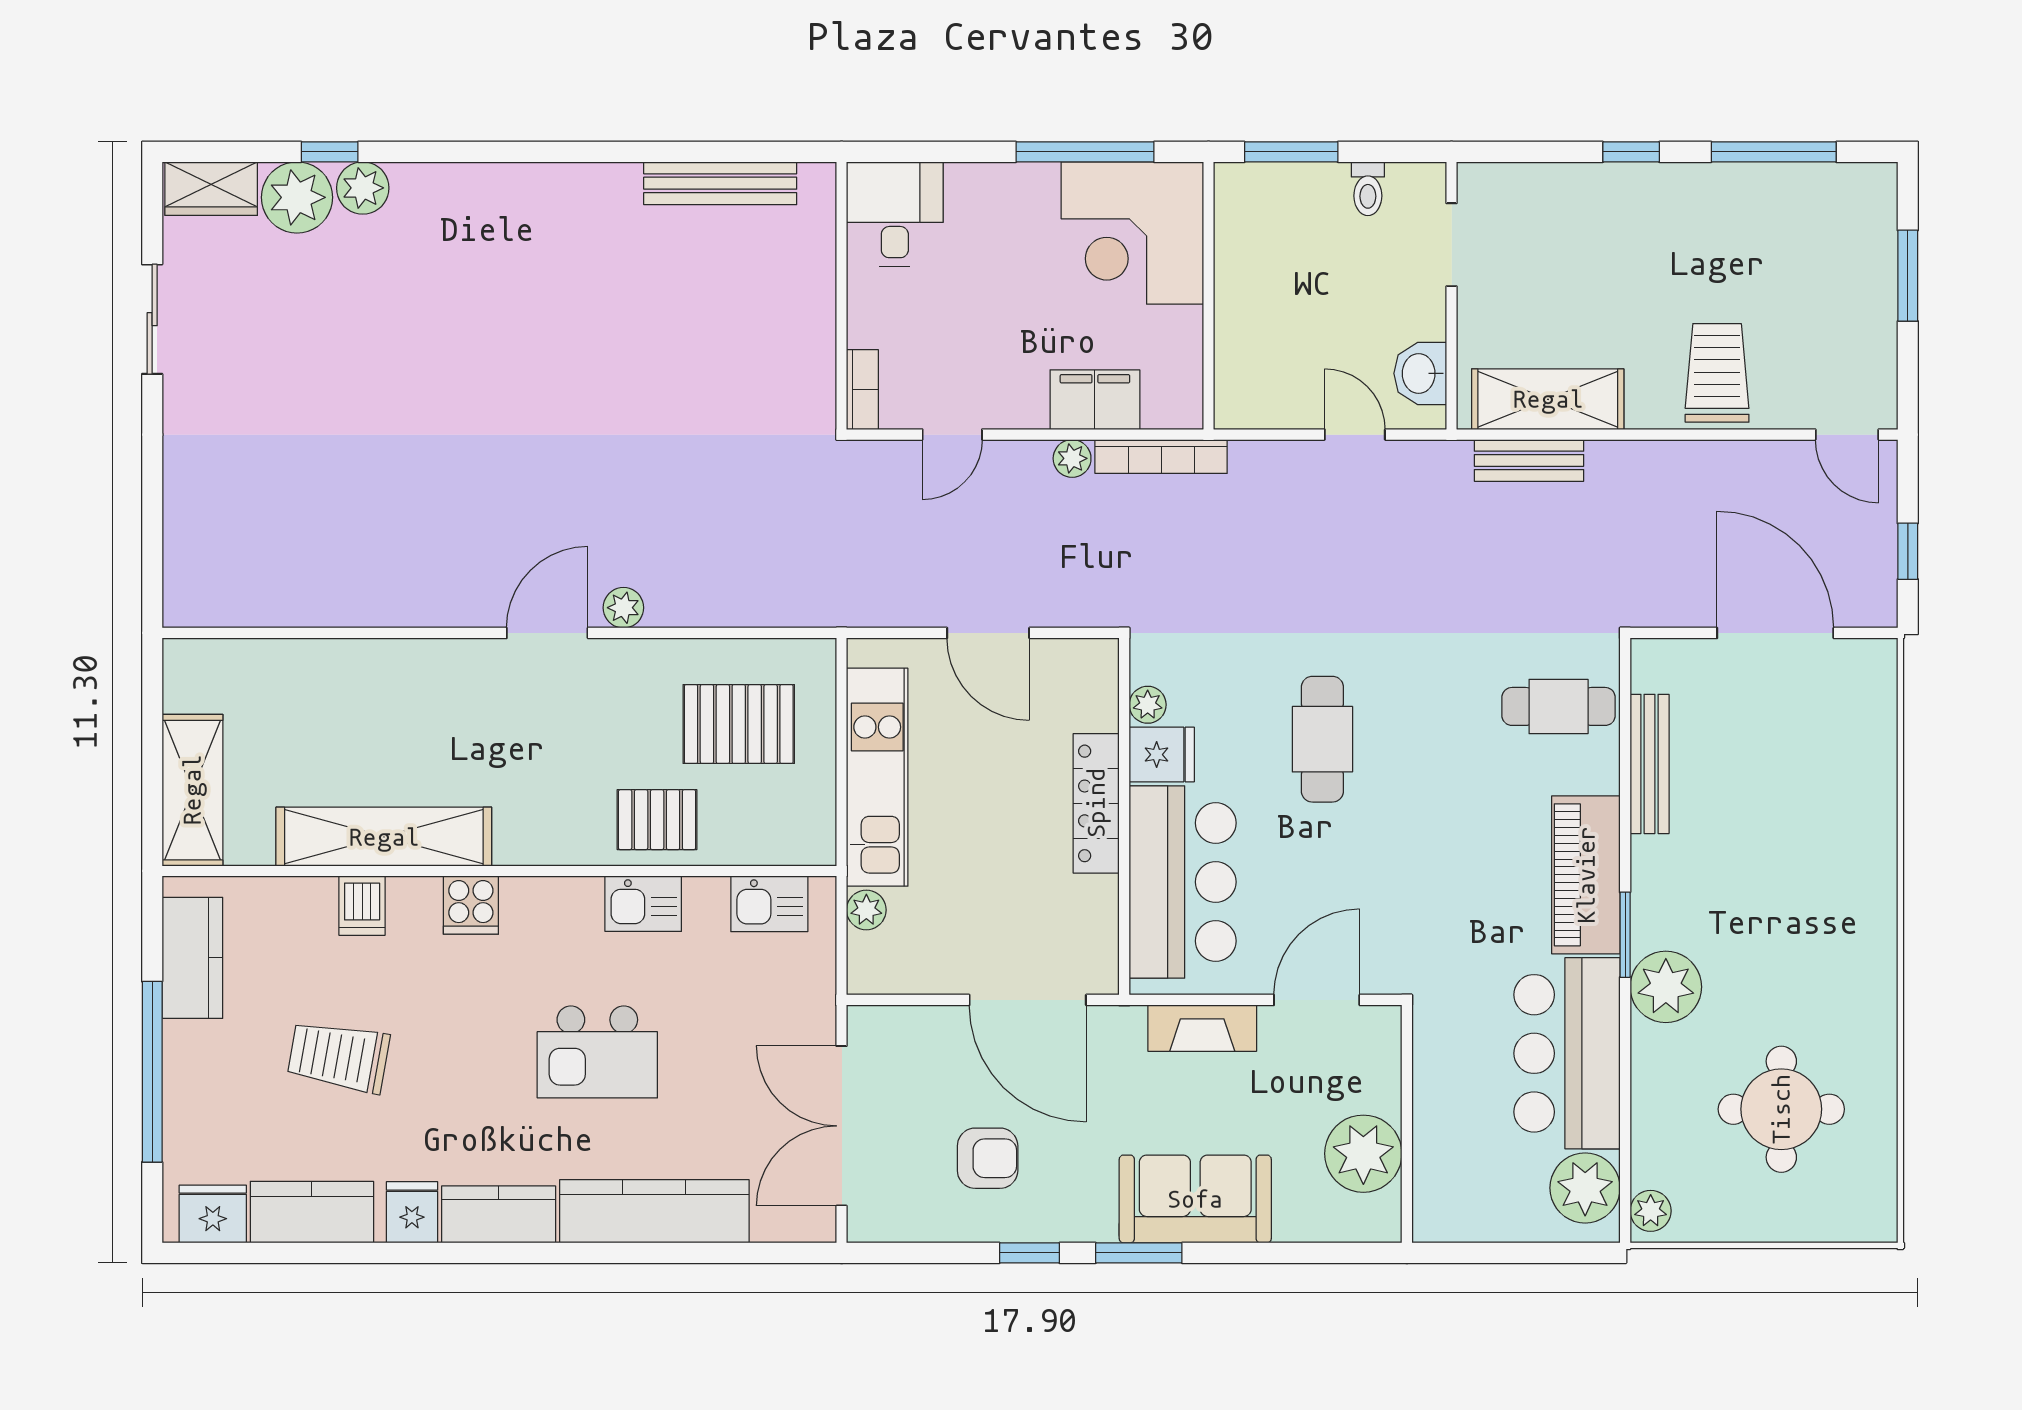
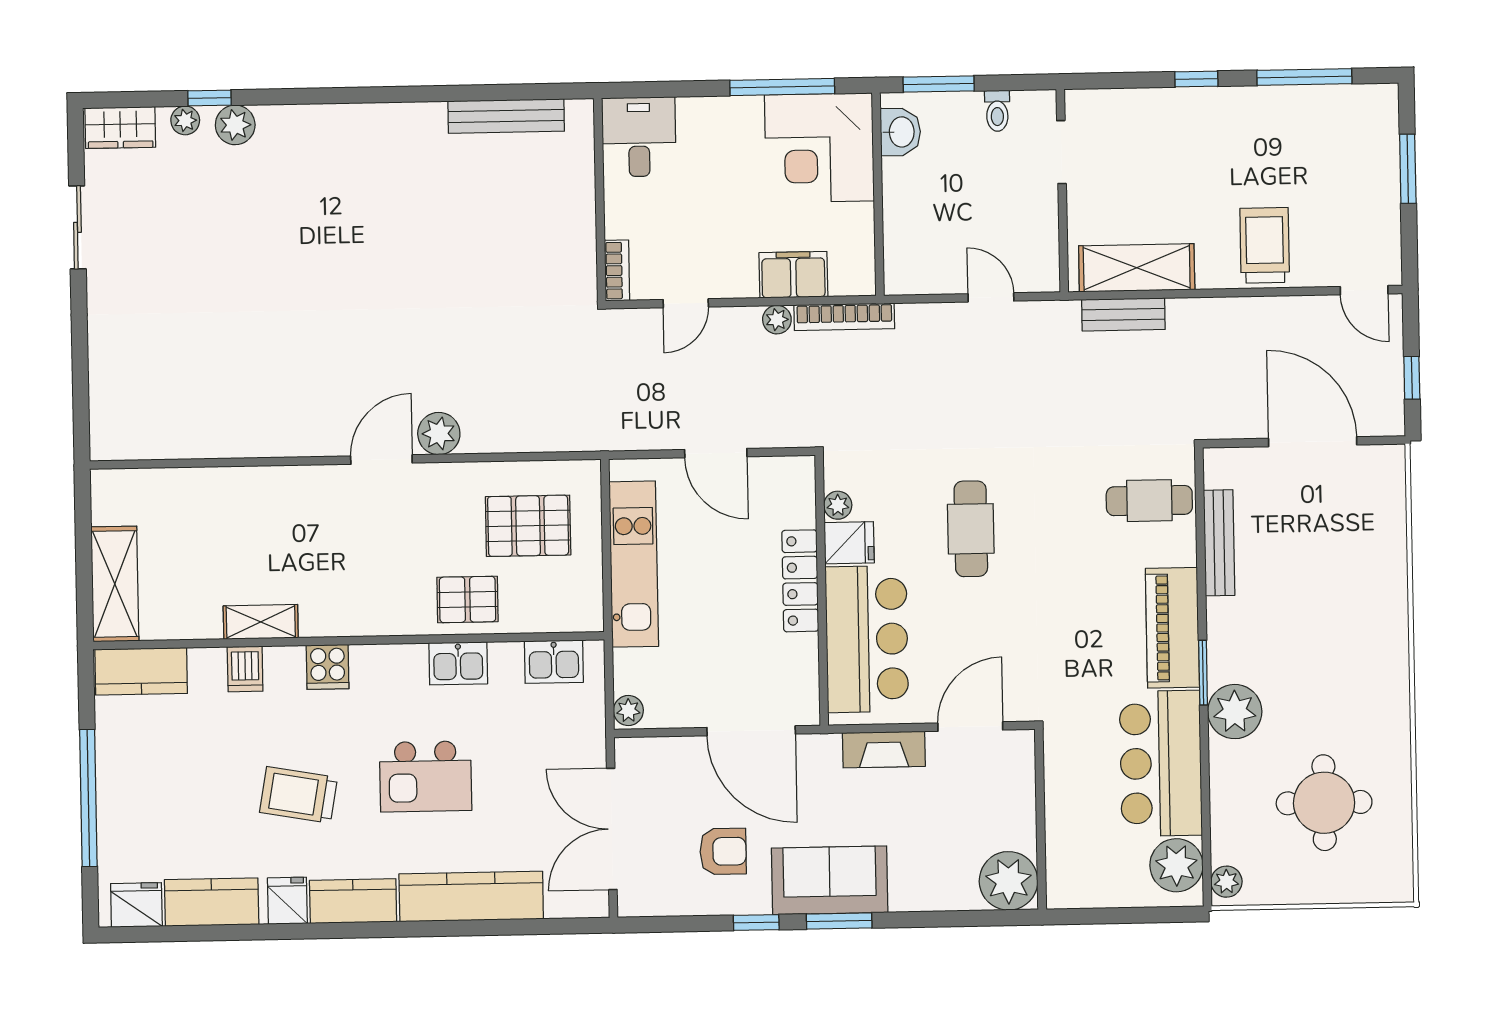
plant: (297, 197) -> (185, 120), width x0.53, depth x0.53
washbasin: (1420, 373) -> (901, 132), moved, turned 180
plant: (623, 608) -> (439, 434), width x1.38, depth x1.38
shelving: (384, 837) -> (261, 622), width x0.45, depth x0.75
plant: (866, 910) -> (628, 711), moved
kitchen counter: (192, 958) -> (141, 671), moved, turned 90
trolley: (339, 1057) -> (298, 795), moved
plant: (1363, 1154) -> (1009, 881), moved
sofa: (1195, 1199) -> (830, 880), moved

